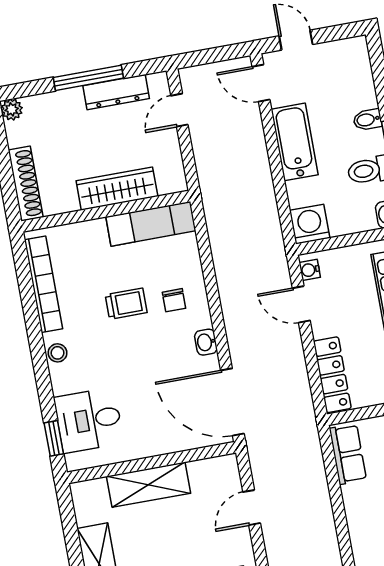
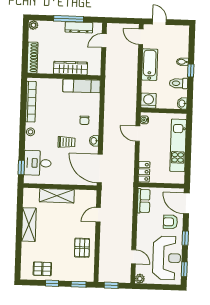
trolley: (126, 304) -> (66, 142), moved
locker: (332, 375) -> (144, 172), width x0.66

